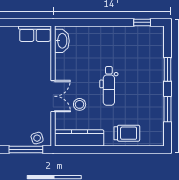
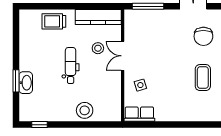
stool: (94, 38) -> (85, 110), added
washbasin: (62, 41) -> (26, 83), moved, turned 180
window: (168, 109) -> (16, 44), removed
side table: (37, 138) -> (140, 85), moved

